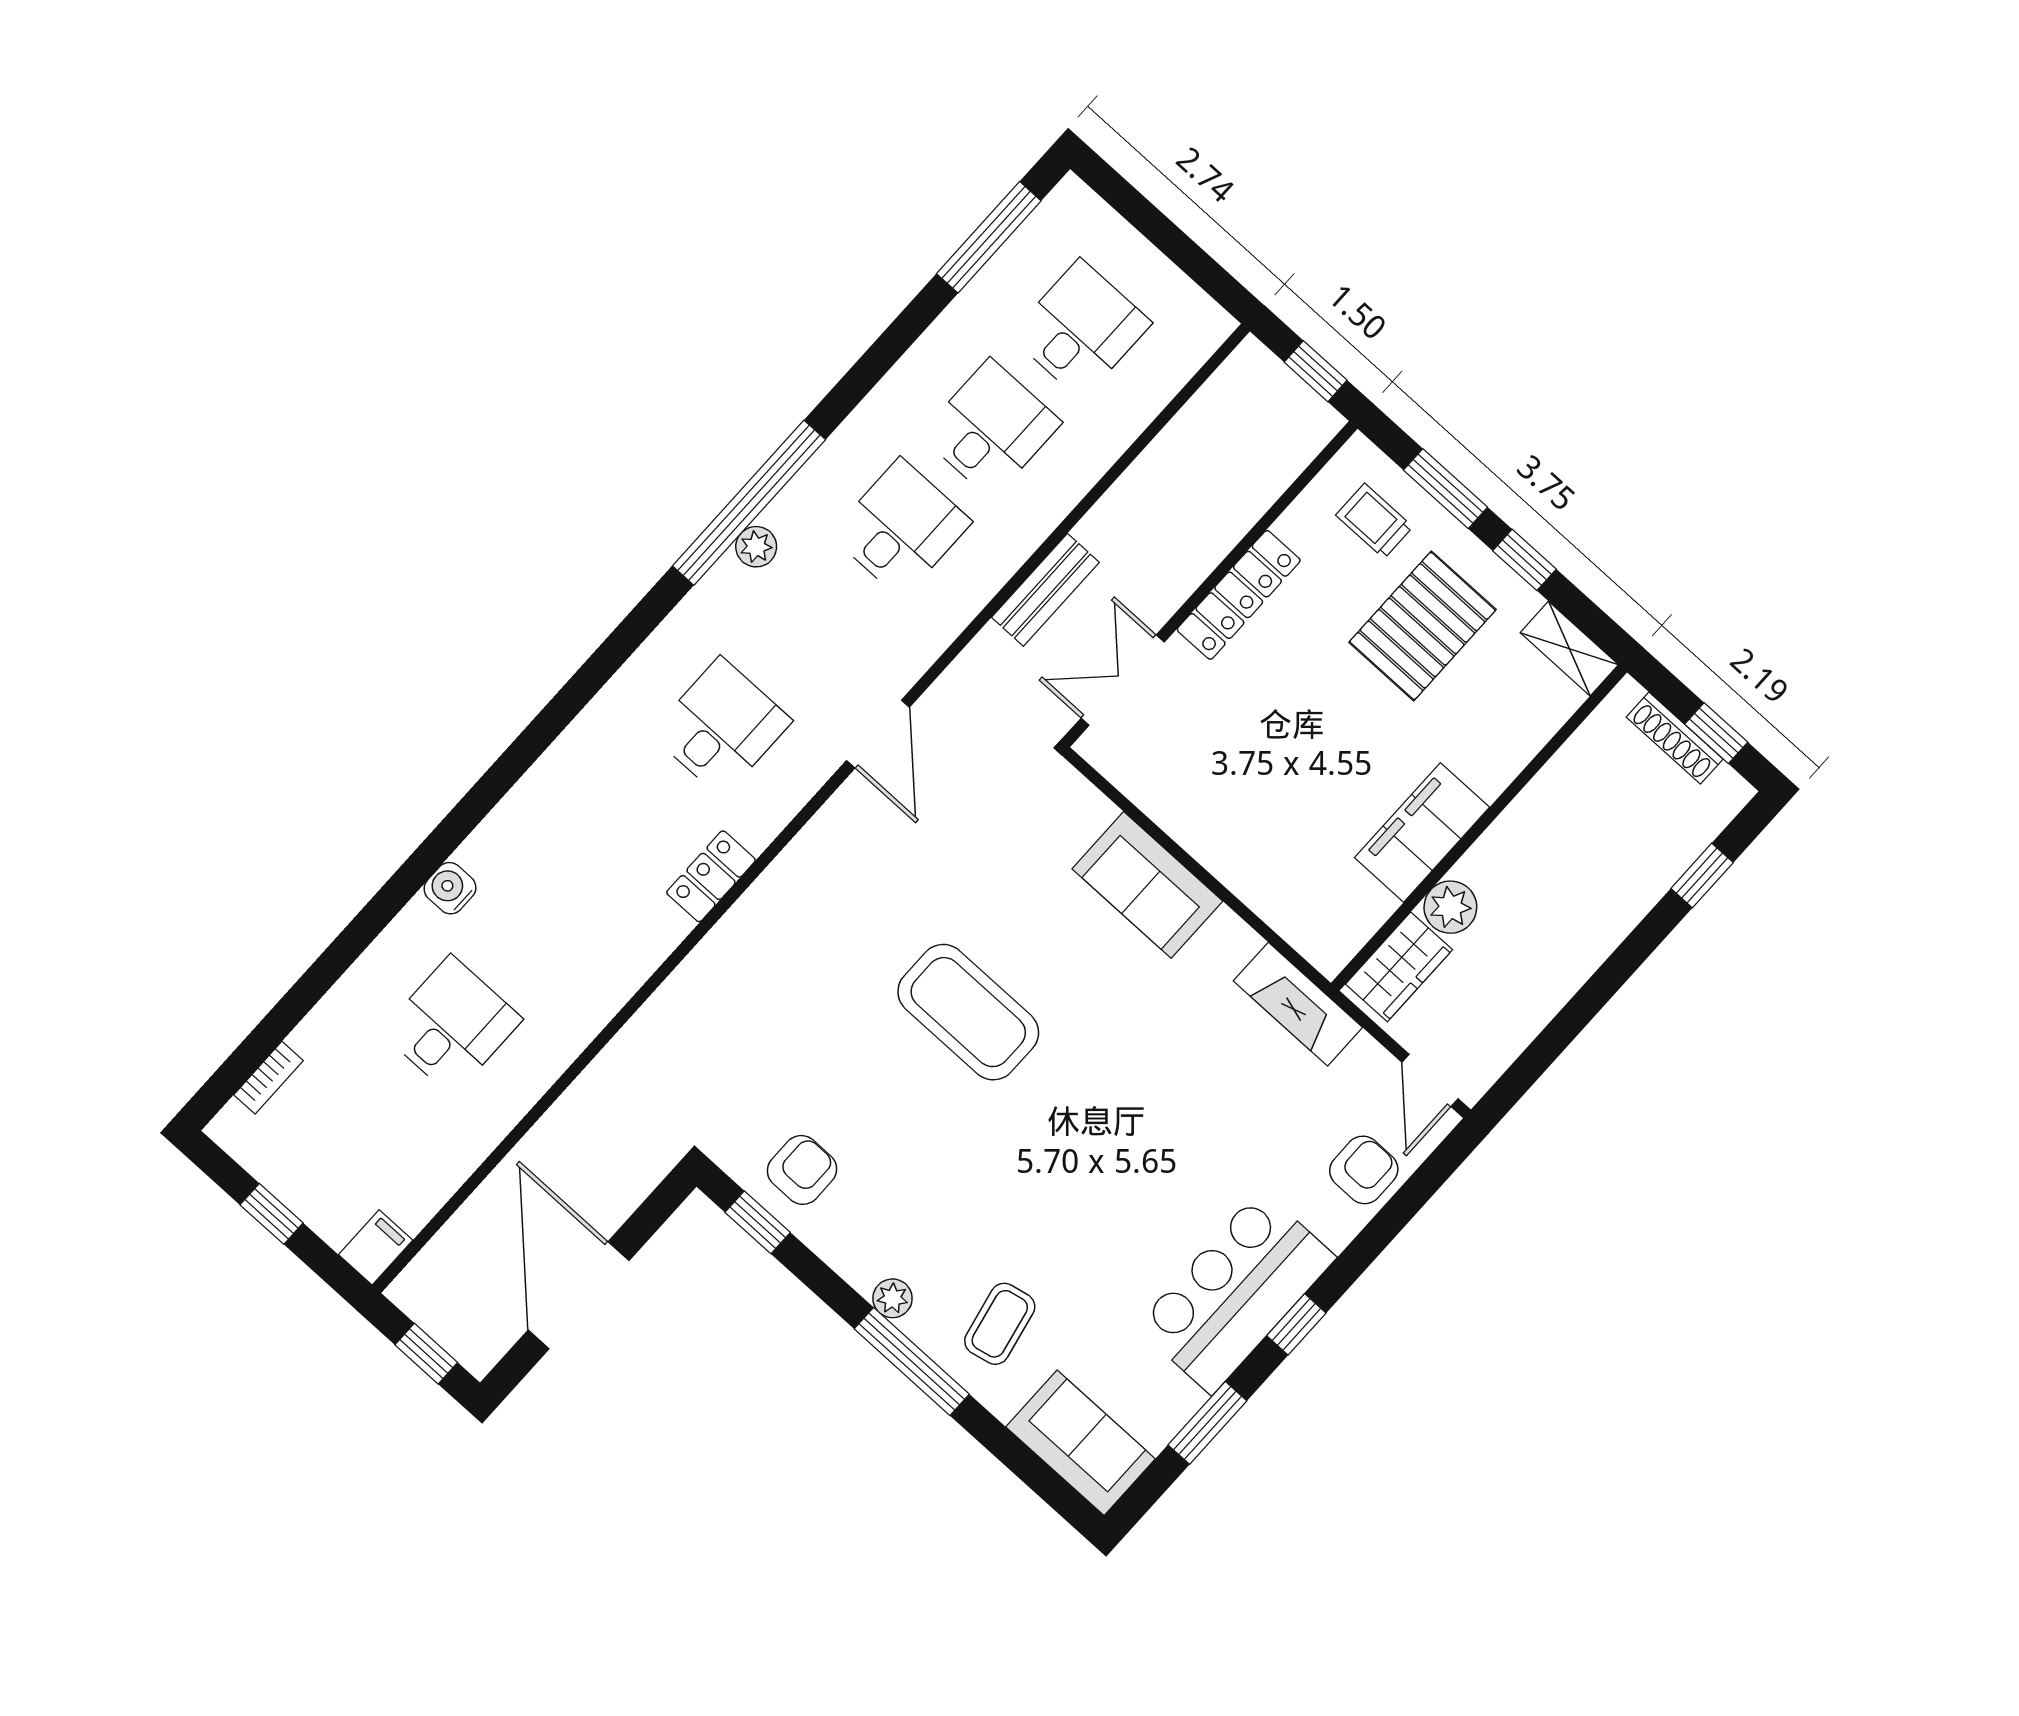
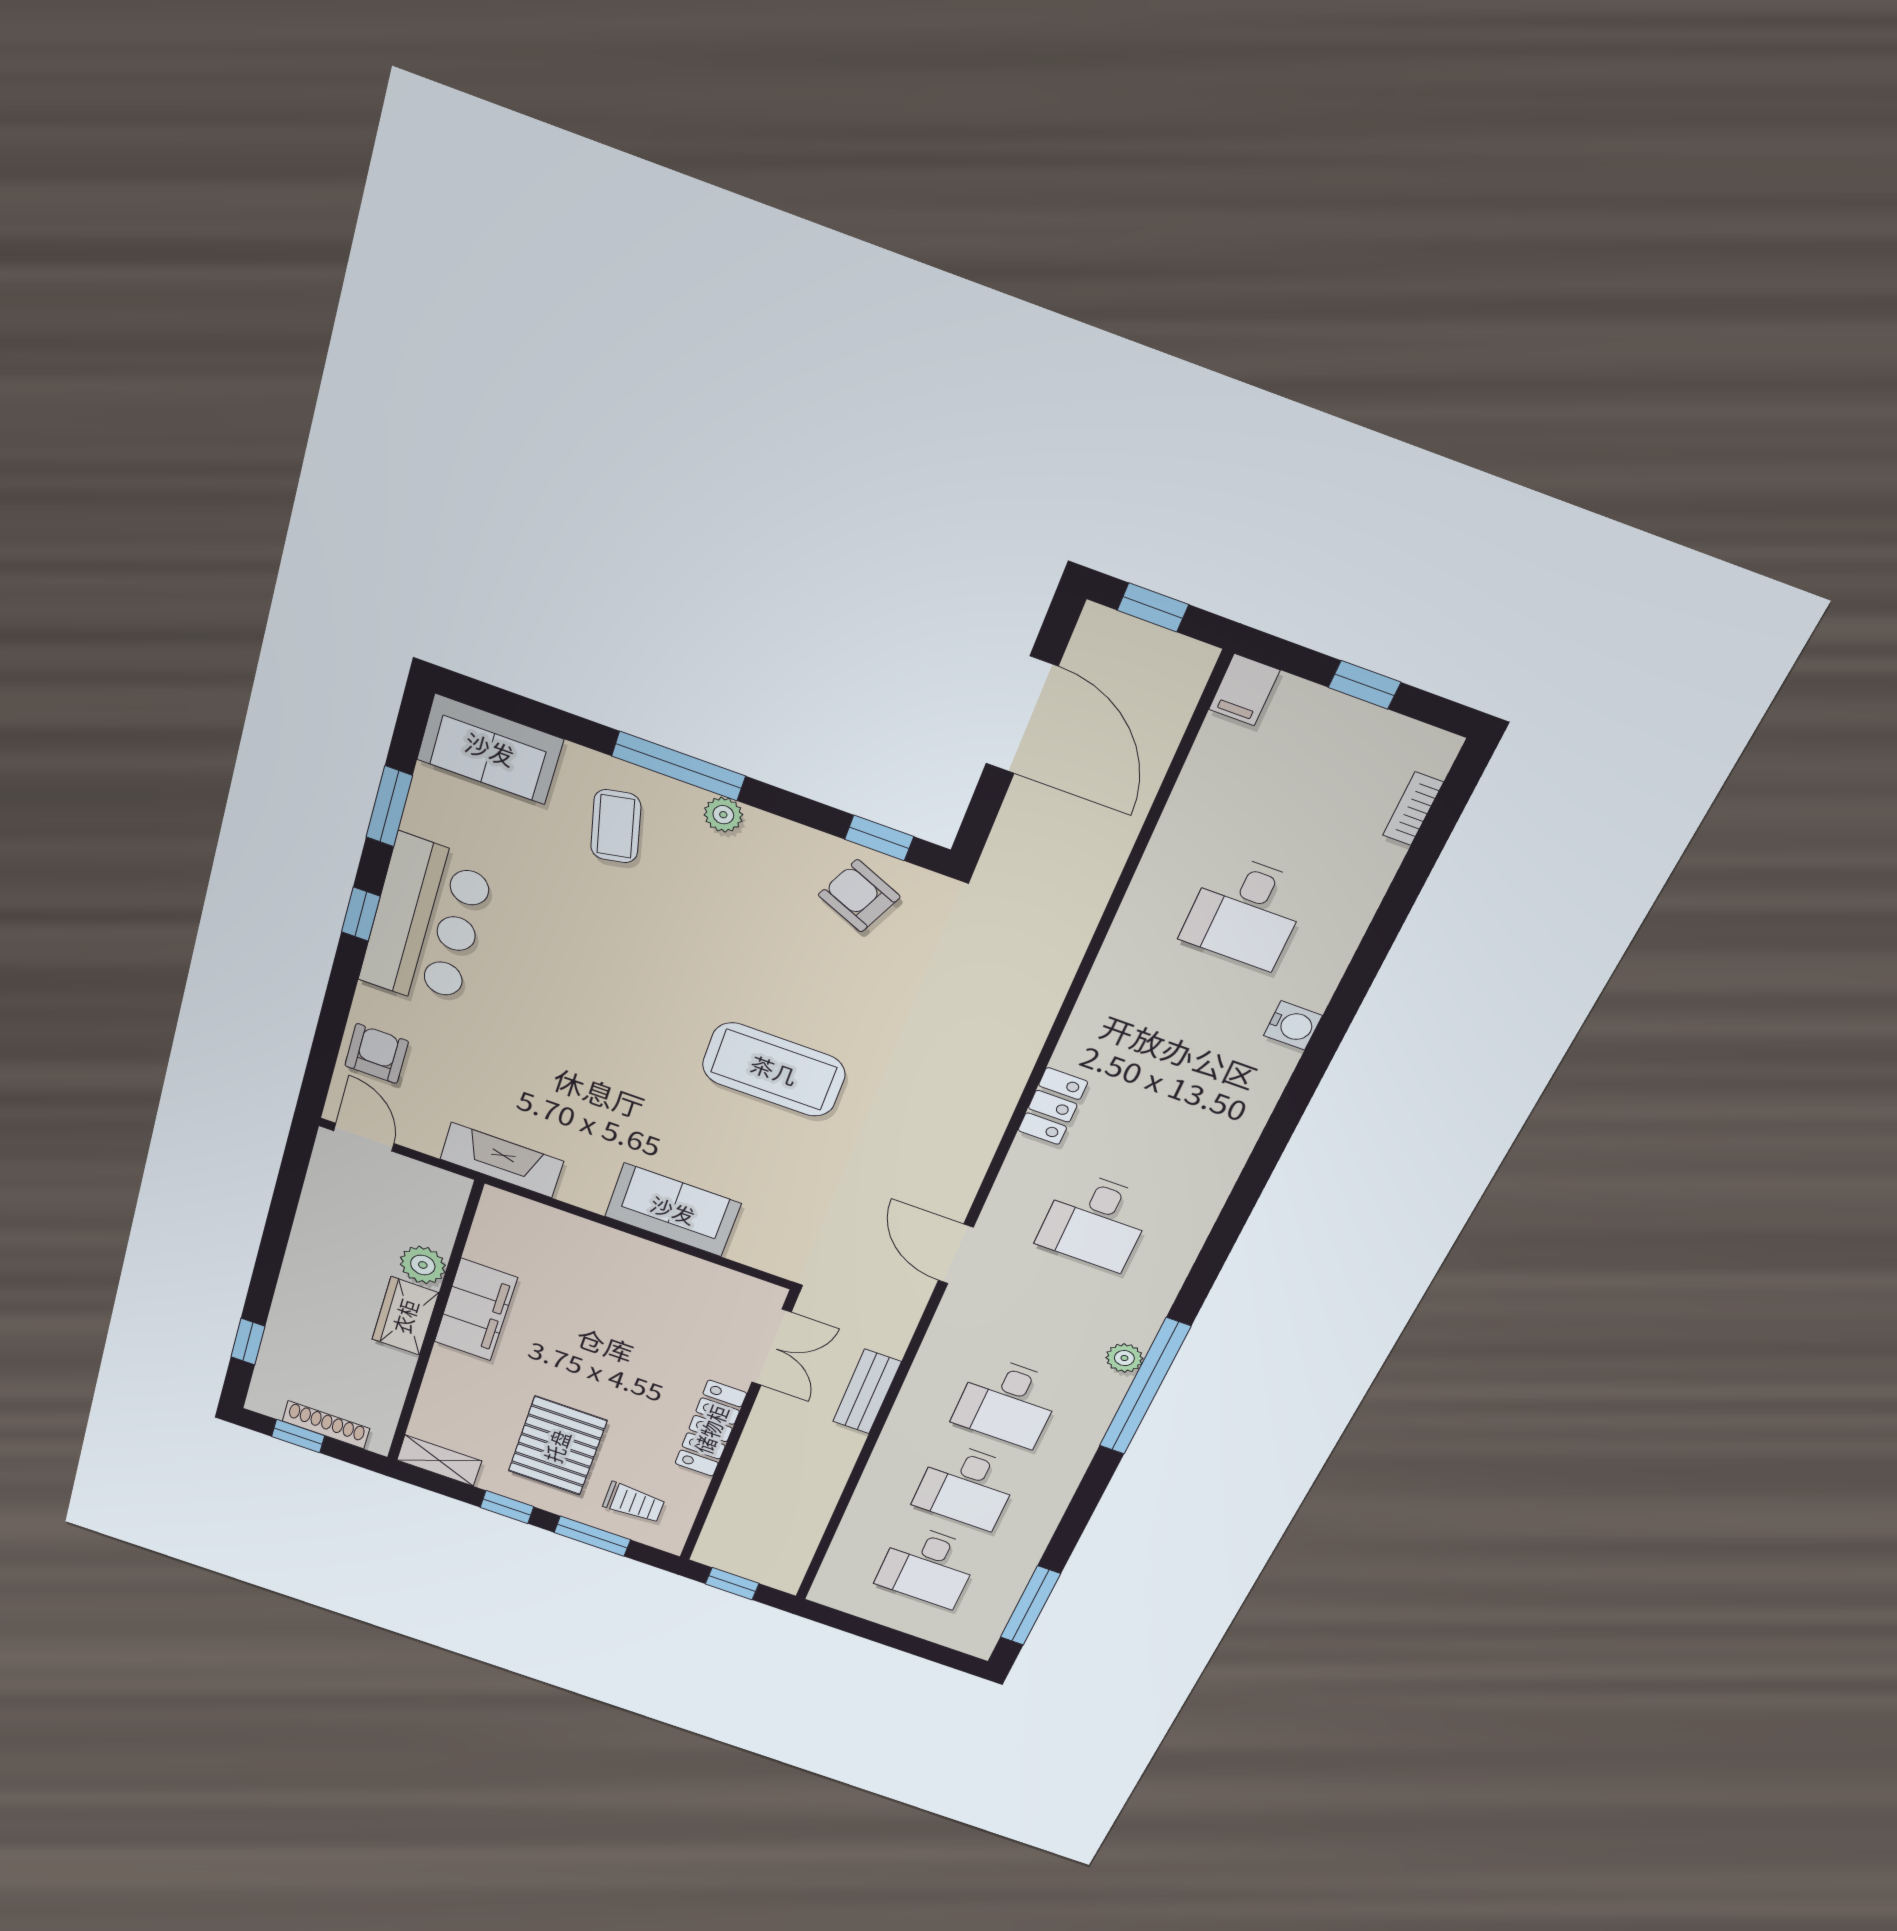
wardrobe: (1399, 967) -> (405, 1316), moved
armchair: (802, 1170) -> (859, 896), turned 114
armchair: (1364, 1170) -> (377, 1054), turned 180

